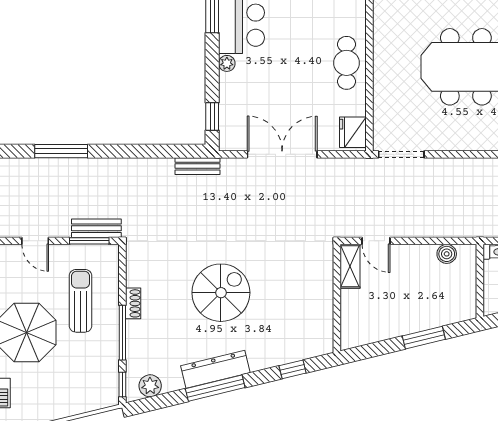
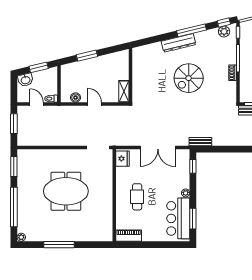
cafe table: (347, 63) -> (137, 197), moved
door: (376, 241) -> (94, 104), moved
dresser: (215, 369) -> (179, 43), moved
window: (293, 369) -> (224, 22), moved

